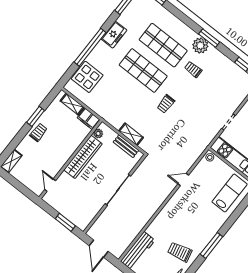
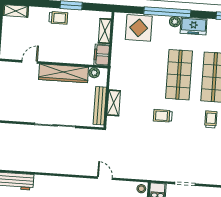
plant: (101, 46) -> (175, 22), added
bench: (126, 146) -> (100, 106), width x1.36
door: (50, 185) -> (30, 62), moved

